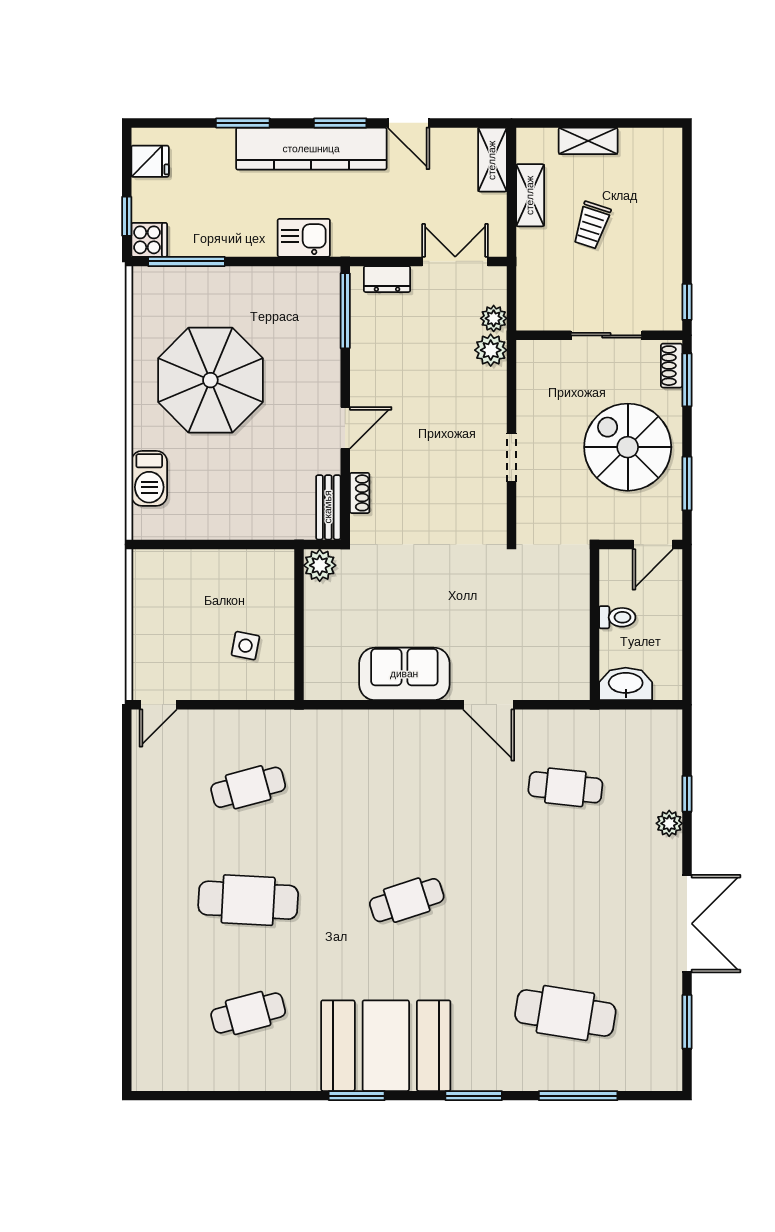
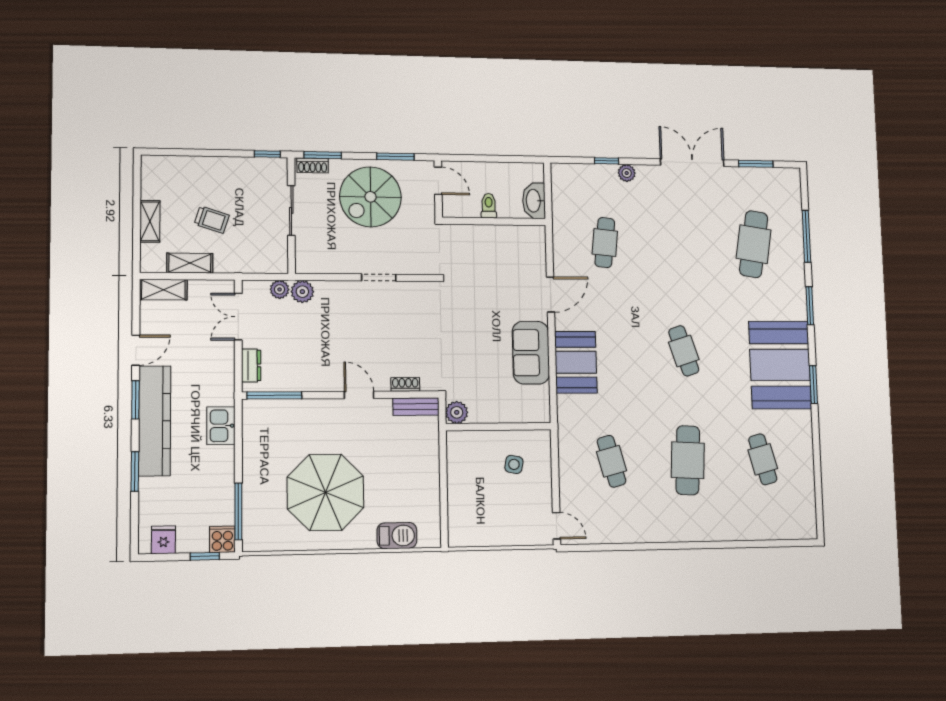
booth: (390, 739) -> (576, 362), added

